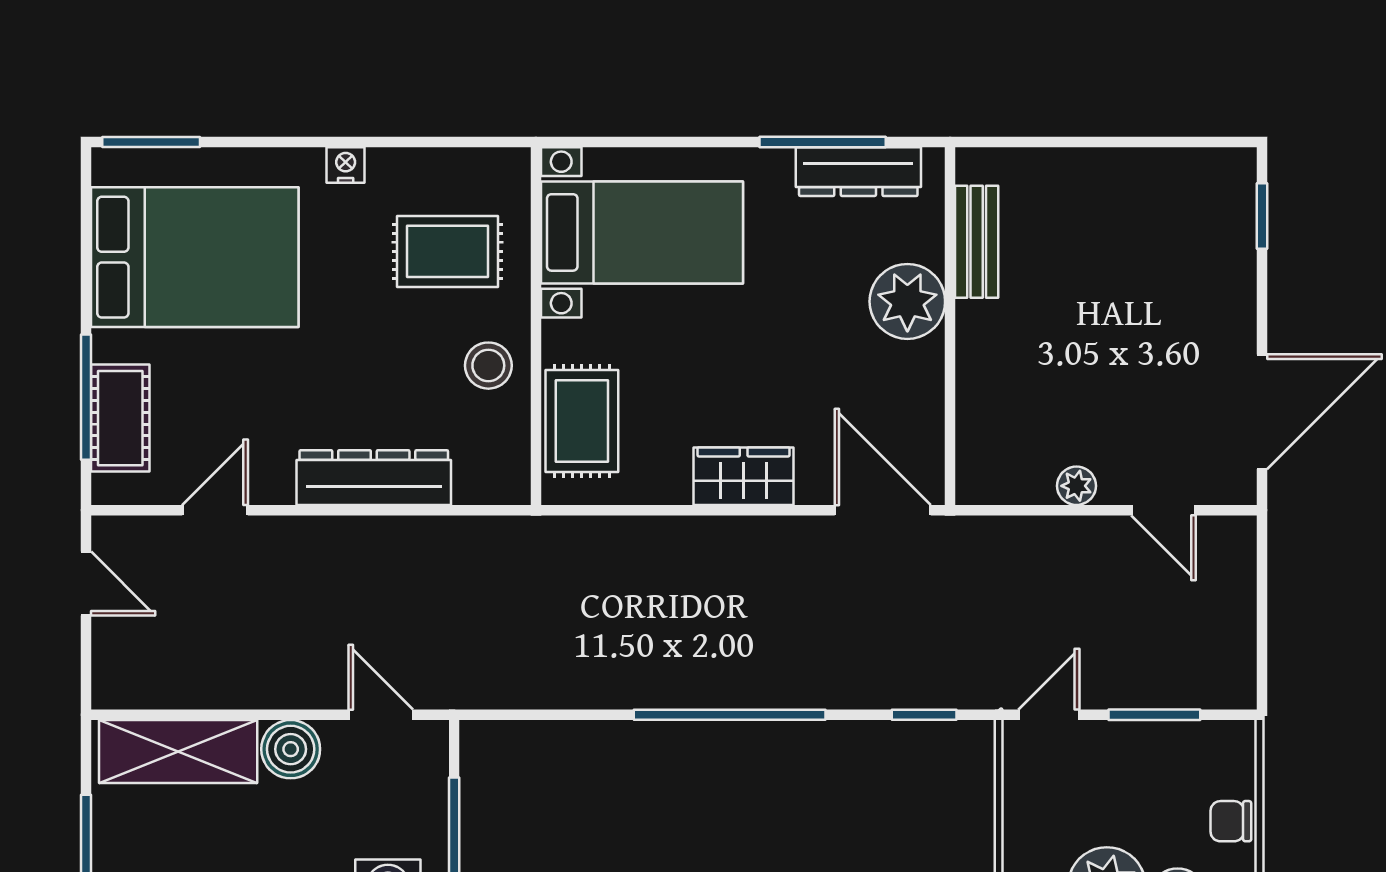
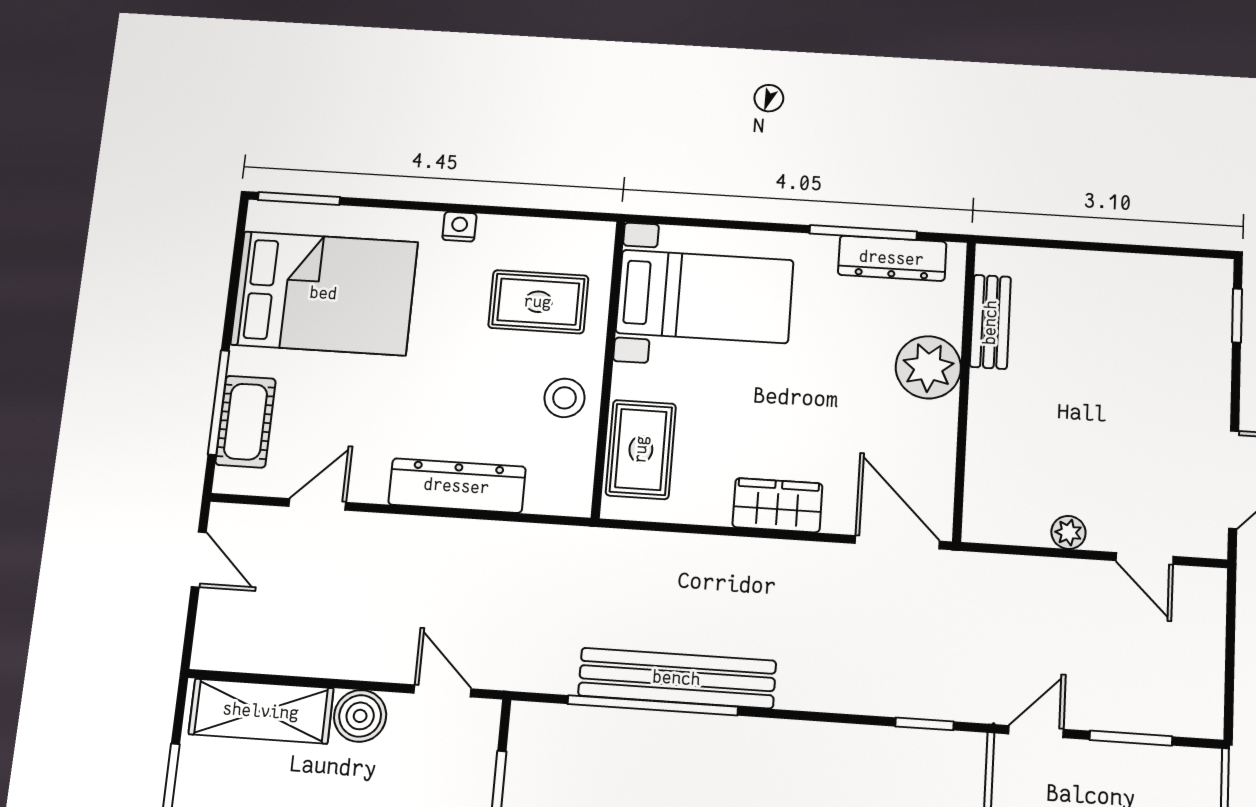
bench: (644, 682) -> (677, 678), added
window: (730, 715) -> (653, 705), moved

